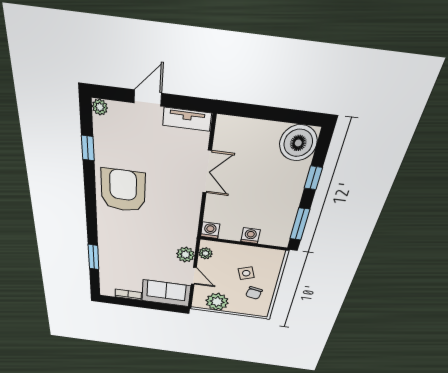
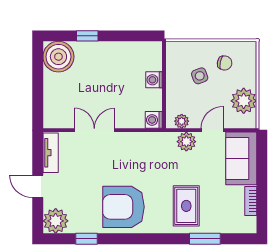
plant: (100, 107) -> (56, 221), width x1.88, depth x1.88
window: (300, 224) -> (135, 36), removed
rug: (124, 246) -> (186, 206), added

